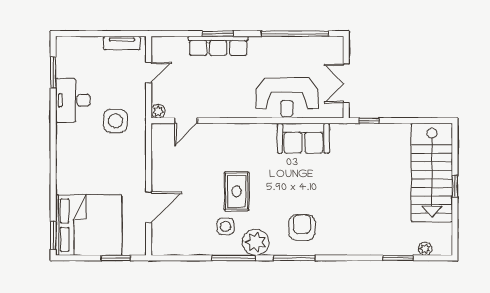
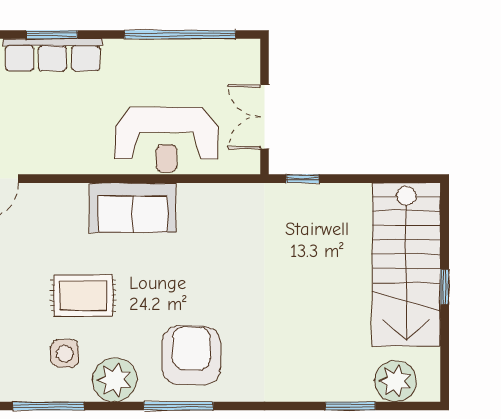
sofa: (303, 138) -> (133, 208), moved
rug: (237, 191) -> (83, 296), turned 90
armchair: (302, 227) -> (191, 355), width x1.36, depth x1.36
plant: (425, 249) -> (395, 381), width x1.88, depth x1.88
window: (234, 258) -> (48, 406), moved

